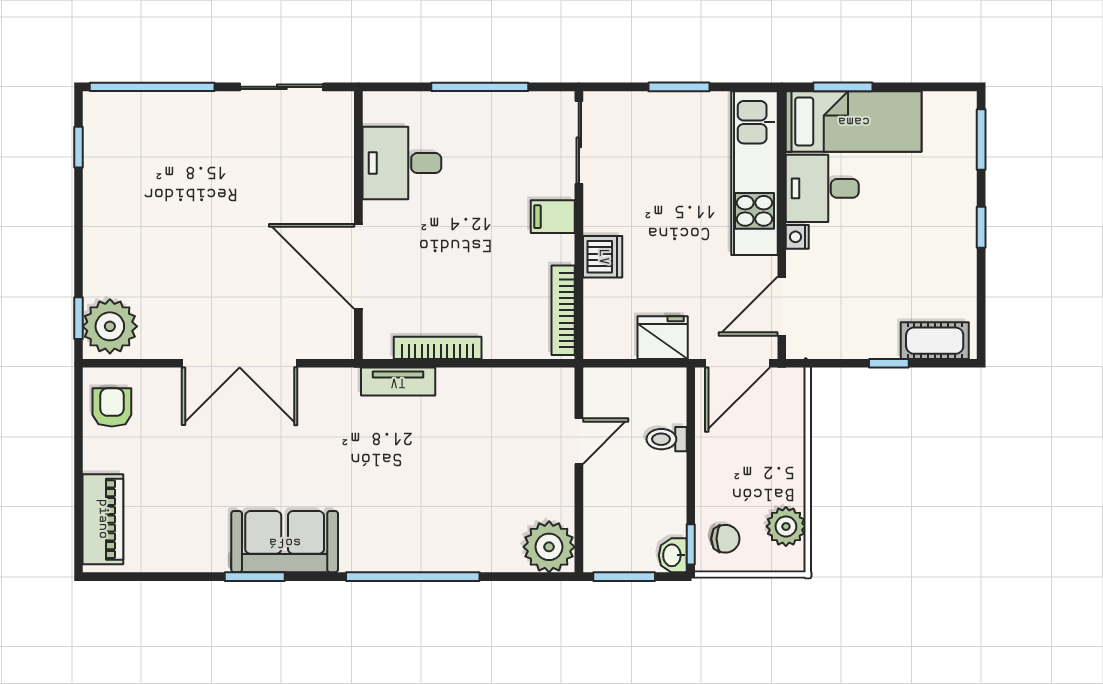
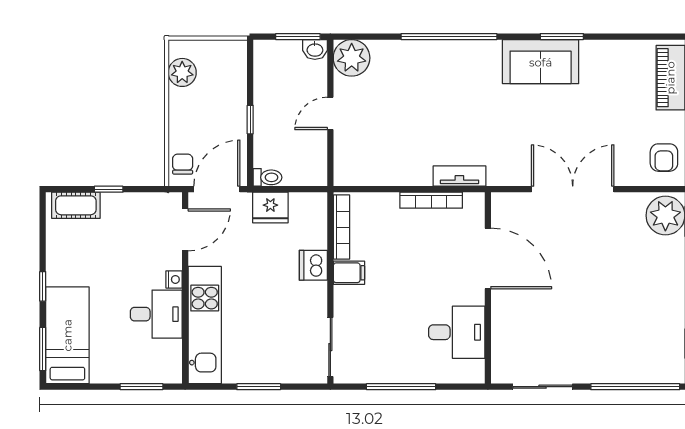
bed: (854, 121) -> (67, 335), moved, turned 90
filing cabinet: (553, 217) -> (349, 273), moved
toilet: (667, 439) -> (268, 177), moved
door: (579, 441) -> (330, 113), moved
chair: (725, 539) -> (183, 164), moved, turned 90
window: (691, 544) -> (250, 120), moved
washbasin: (673, 555) -> (315, 49), moved, turned 90

